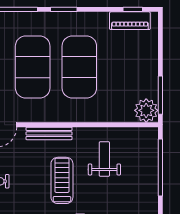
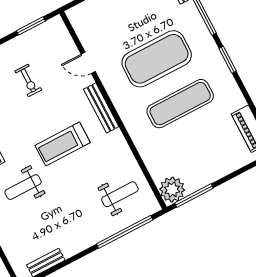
exercise mat: (79, 67) -> (180, 104), width x0.68
weight bench: (104, 159) -> (120, 194), moved
treadmill: (62, 180) -> (63, 144), turned 180

